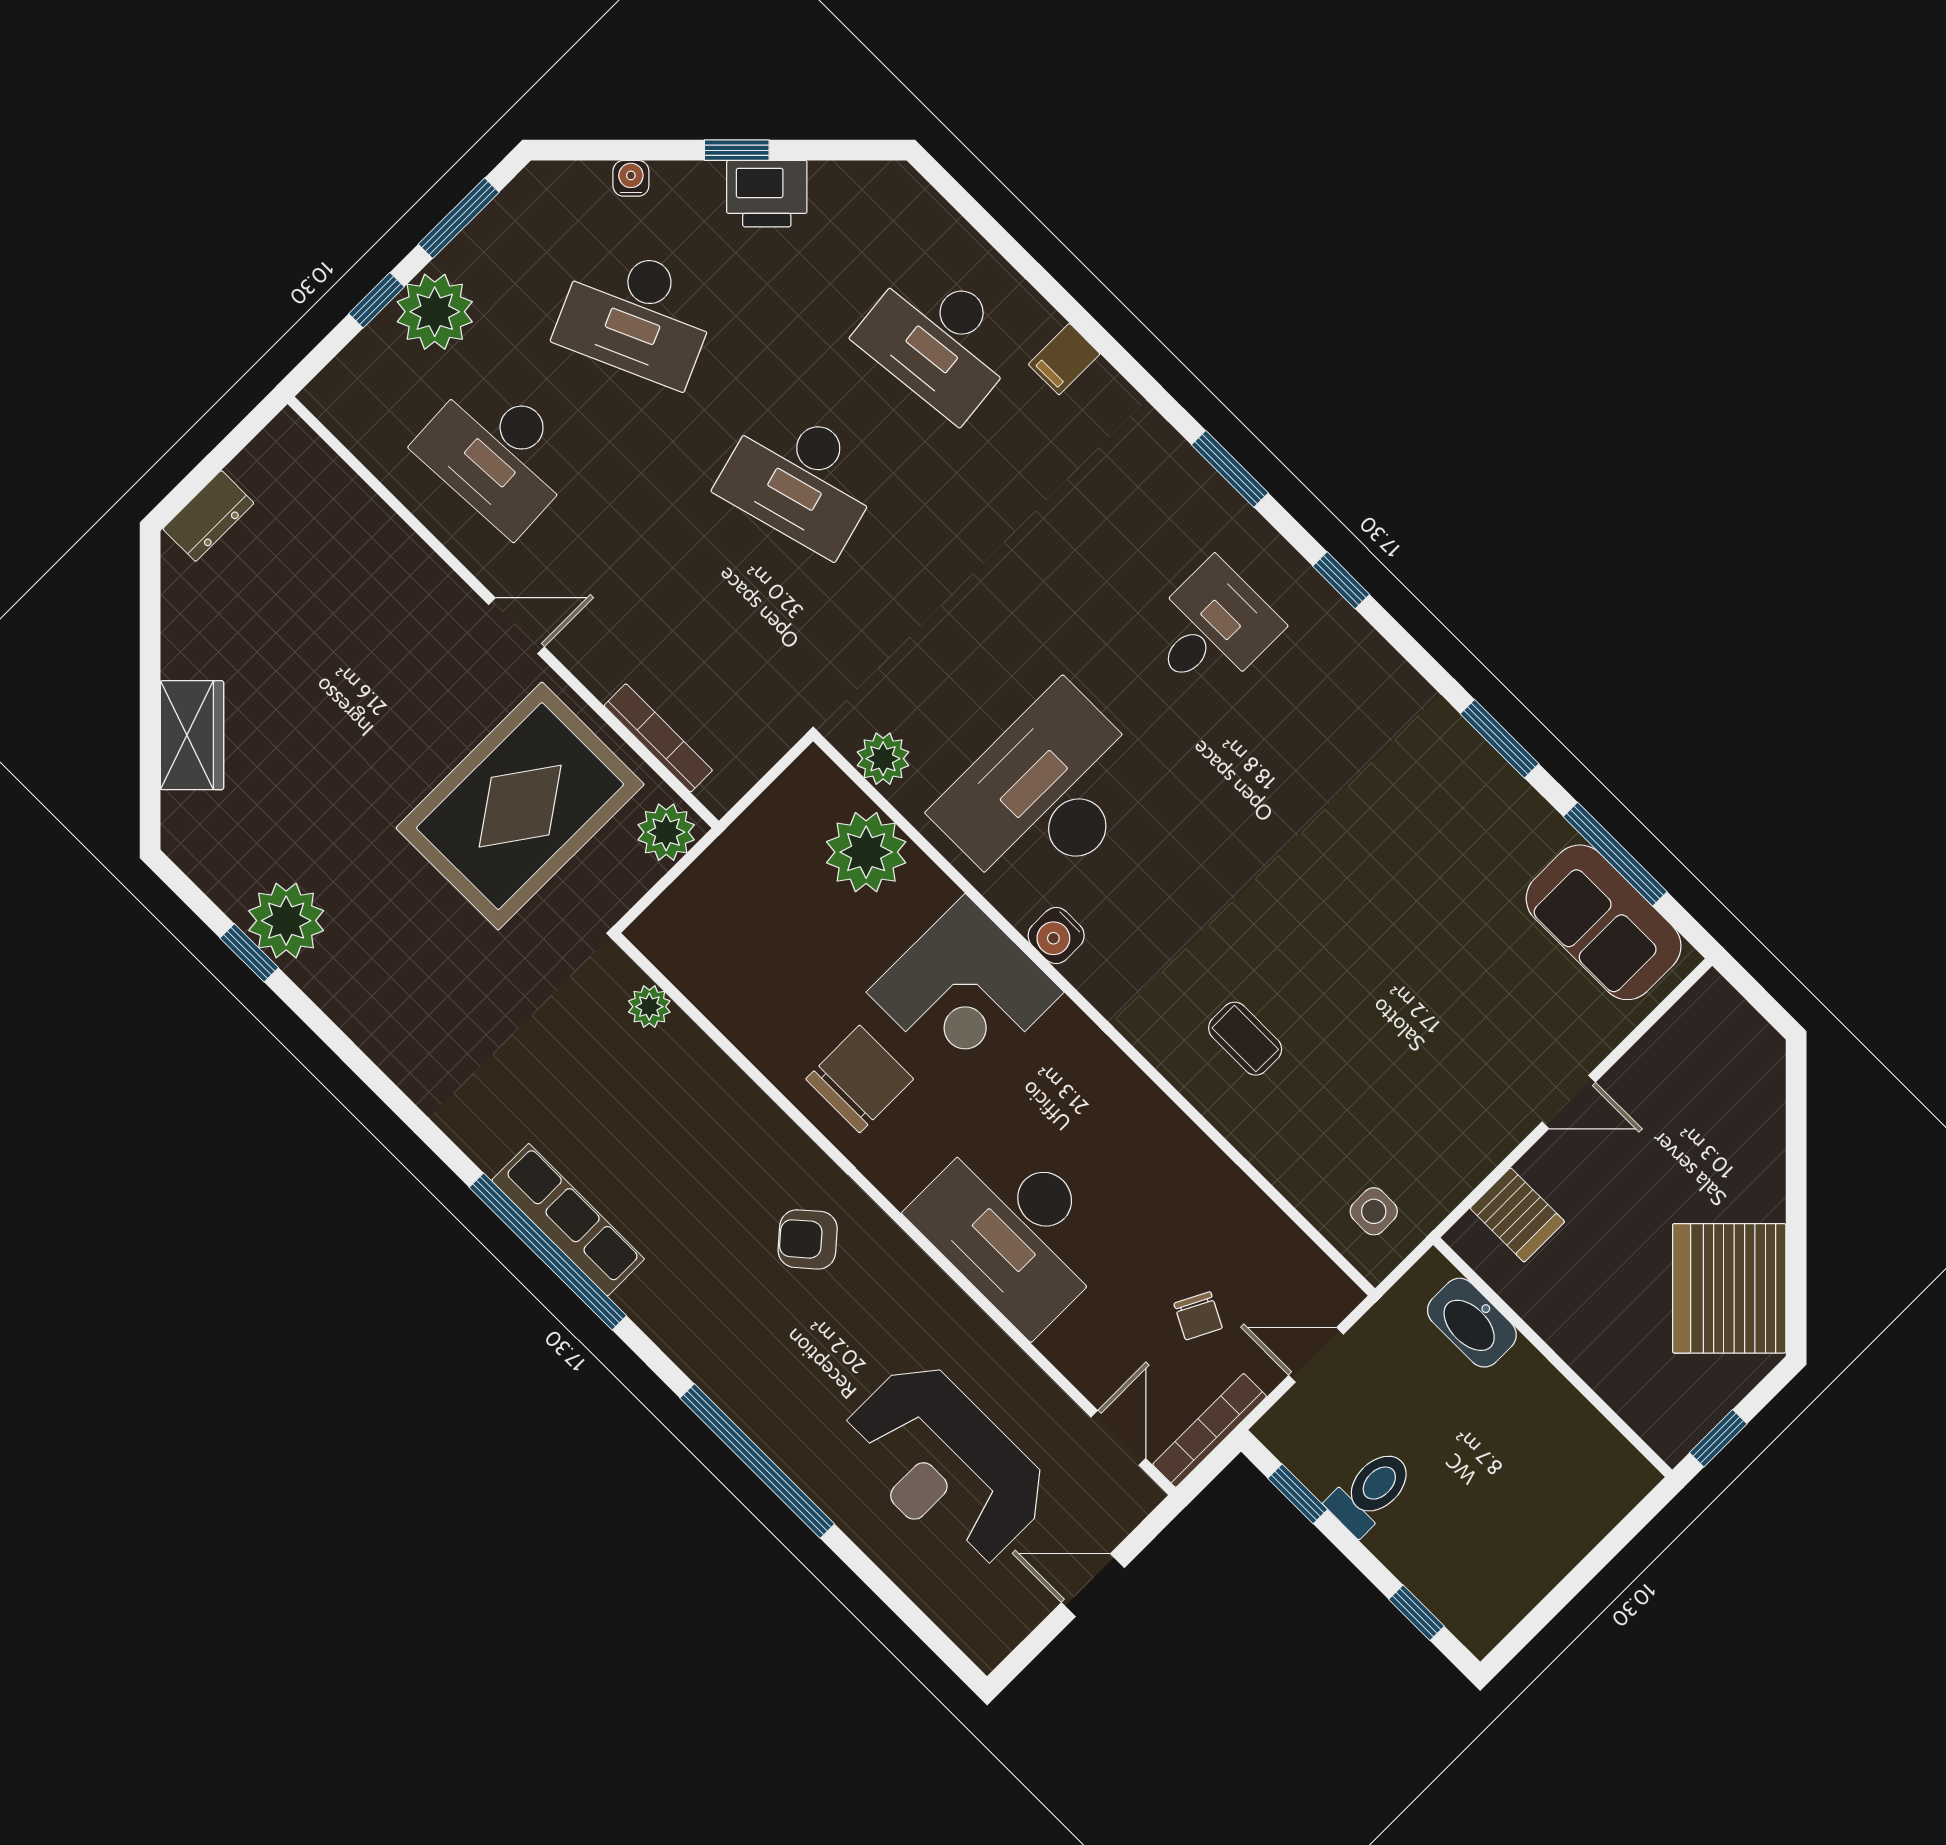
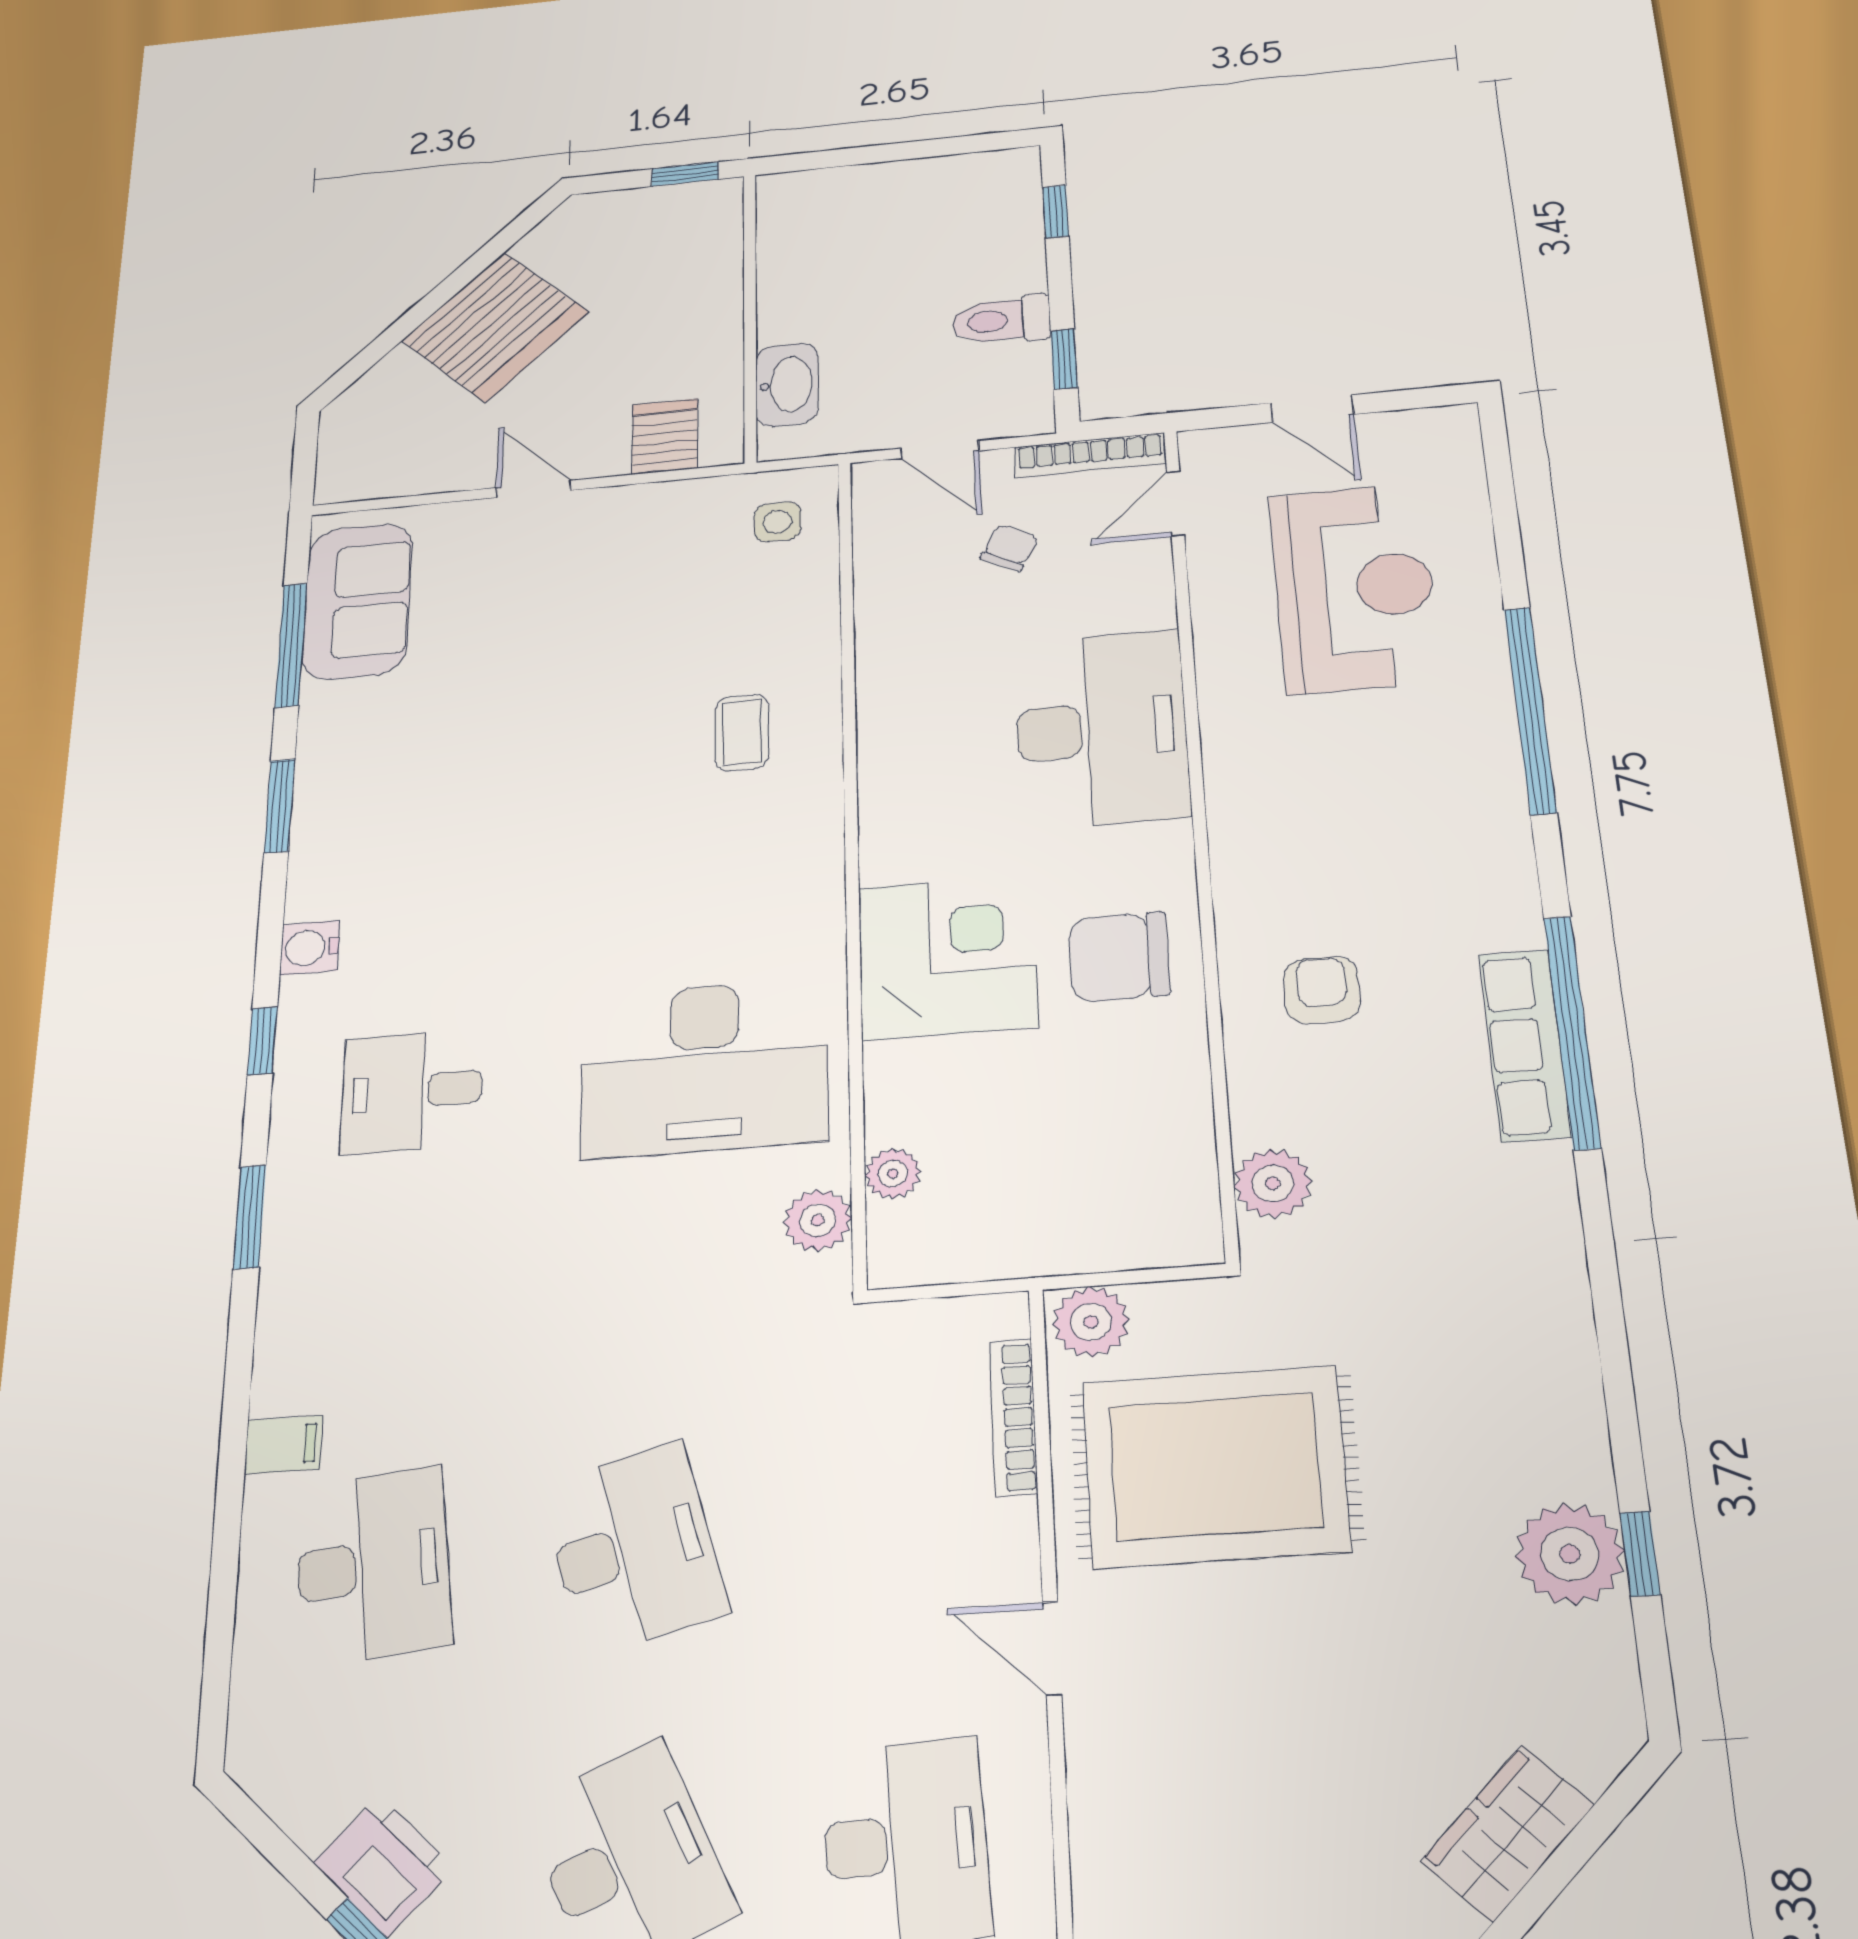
plant: (866, 852) -> (893, 1174), width x0.53, depth x0.53
water cooler: (1056, 936) -> (310, 948), moved, turned 180
plant: (649, 1007) -> (1273, 1183), width x1.38, depth x1.38
armchair: (808, 1239) -> (1322, 990), moved, turned -139
server rack: (1729, 1288) -> (495, 326), moved

